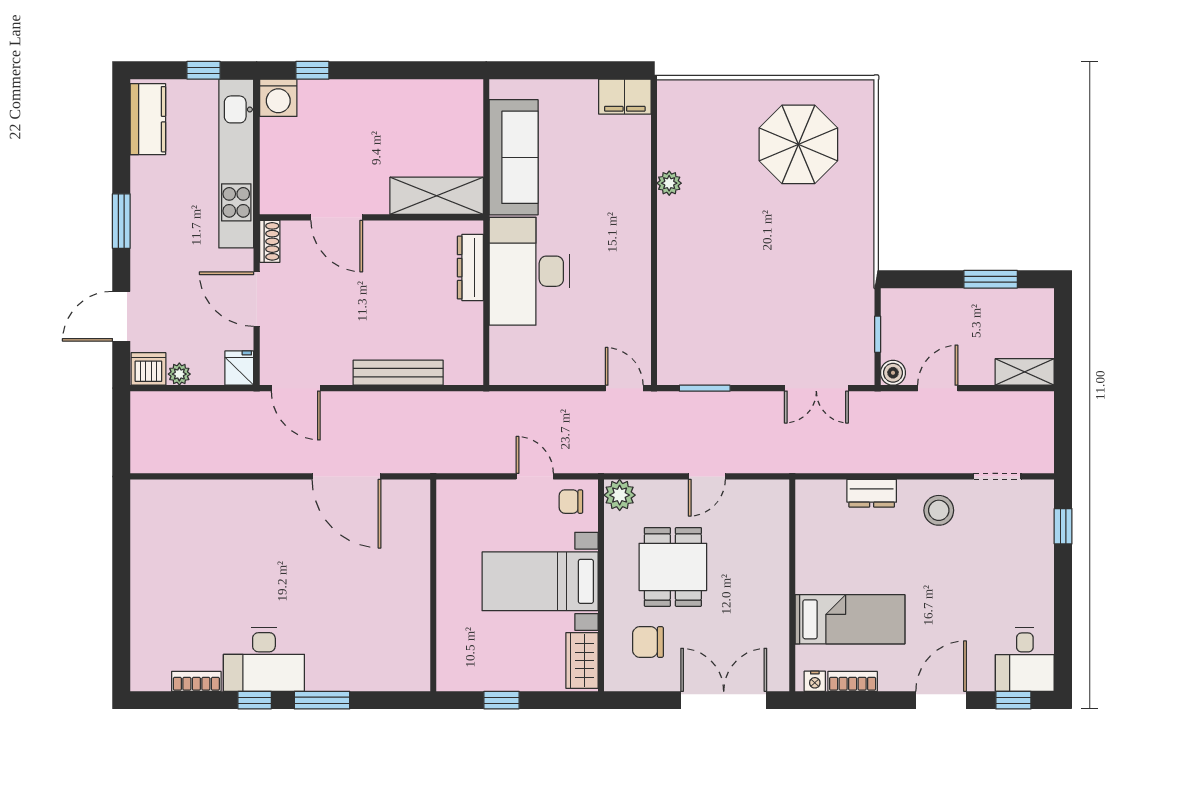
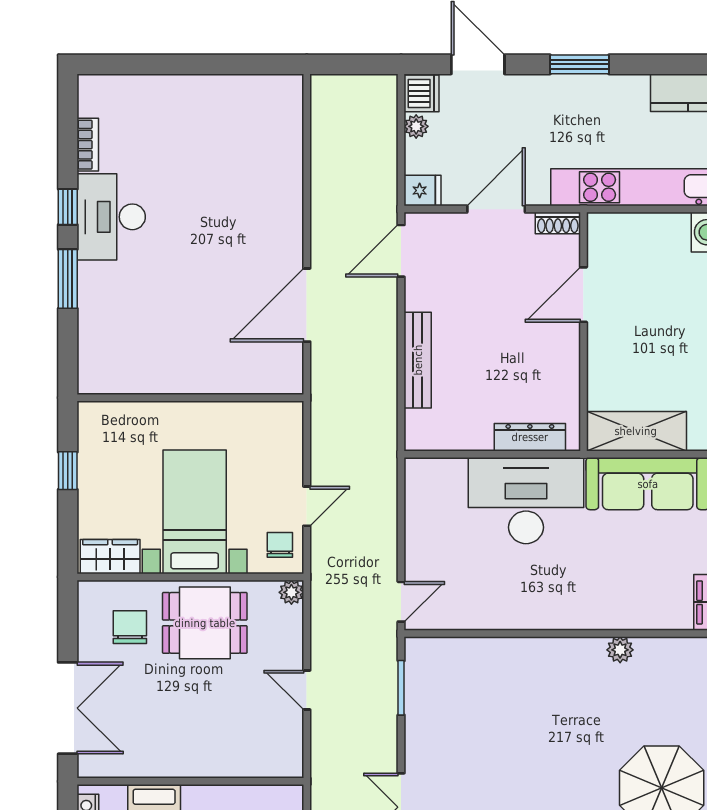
shelving: (437, 196) -> (636, 431), moved, turned 90
plant: (620, 495) -> (291, 592), width x0.73, depth x0.73
dining table: (673, 567) -> (205, 623), moved

